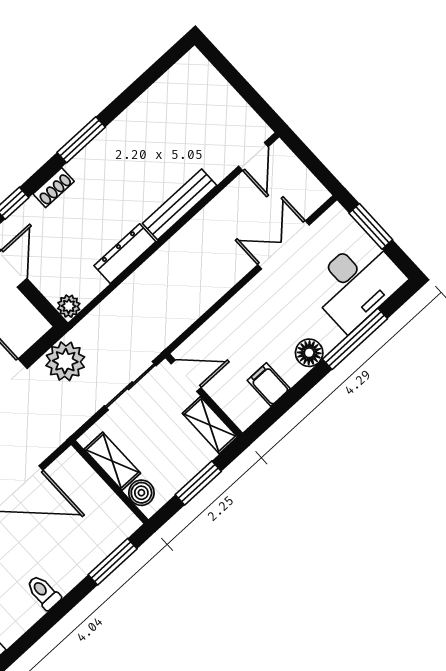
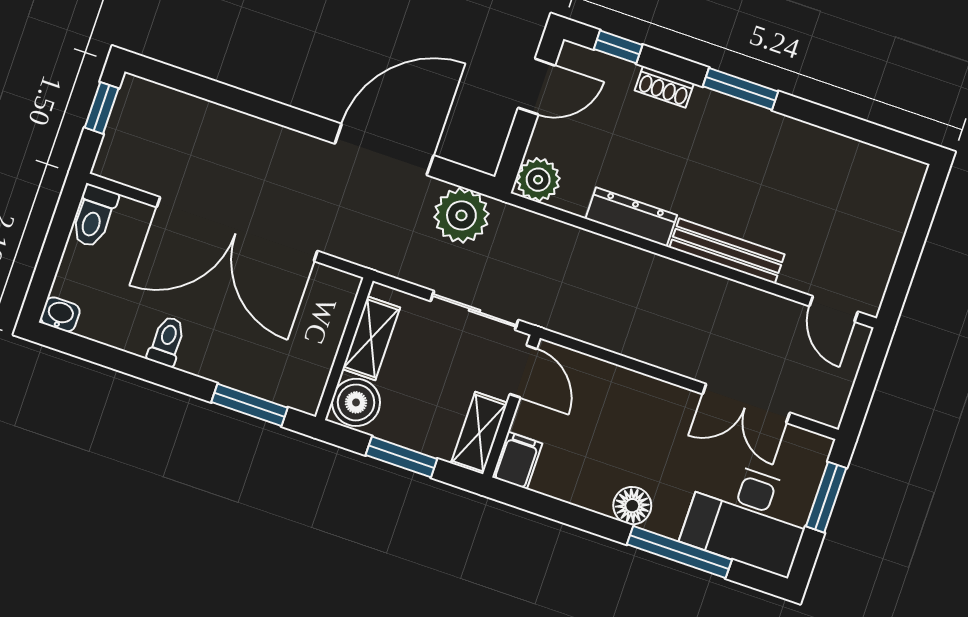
door: (253, 156) -> (834, 309), hinge flipped
double door: (283, 245) -> (746, 403), swing flipped
plant: (69, 306) -> (538, 180), width x1.38, depth x1.38
filing cabinet: (269, 385) -> (517, 460), moved
boiler: (141, 493) -> (356, 402), width x1.36, depth x1.36

